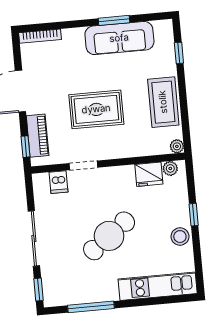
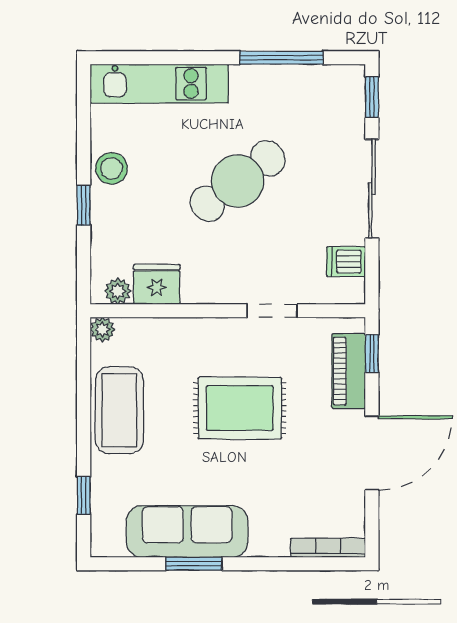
dishwasher: (59, 182) -> (346, 262), moved, turned -90

